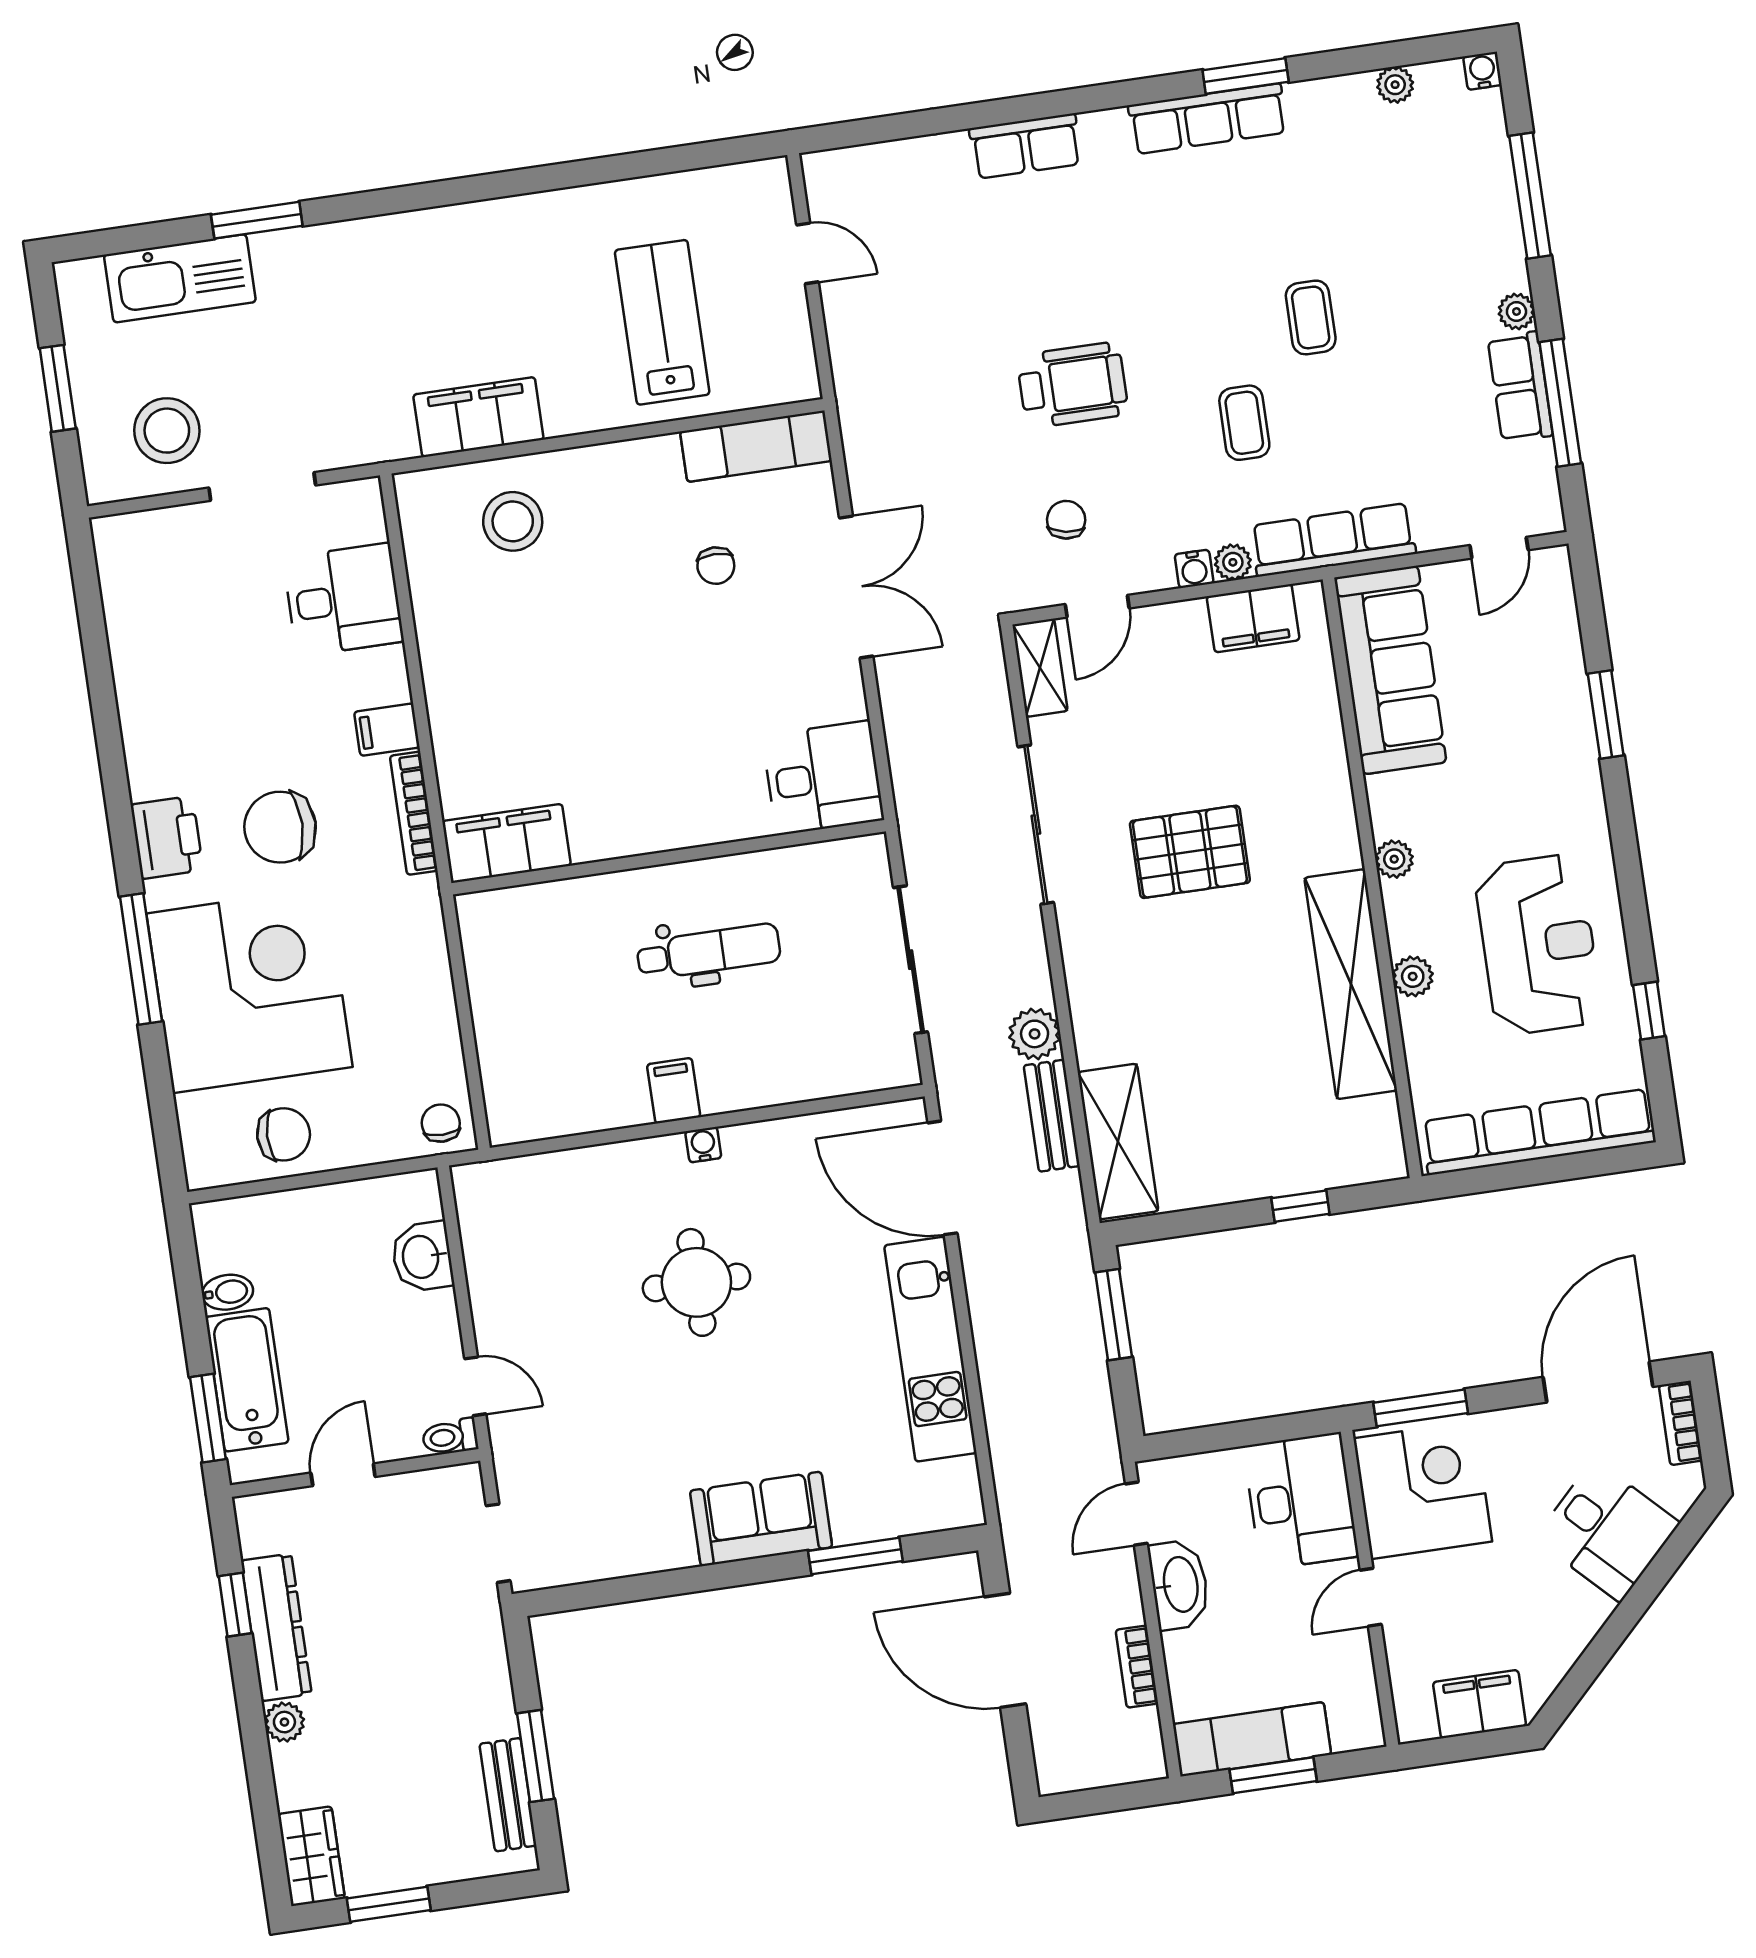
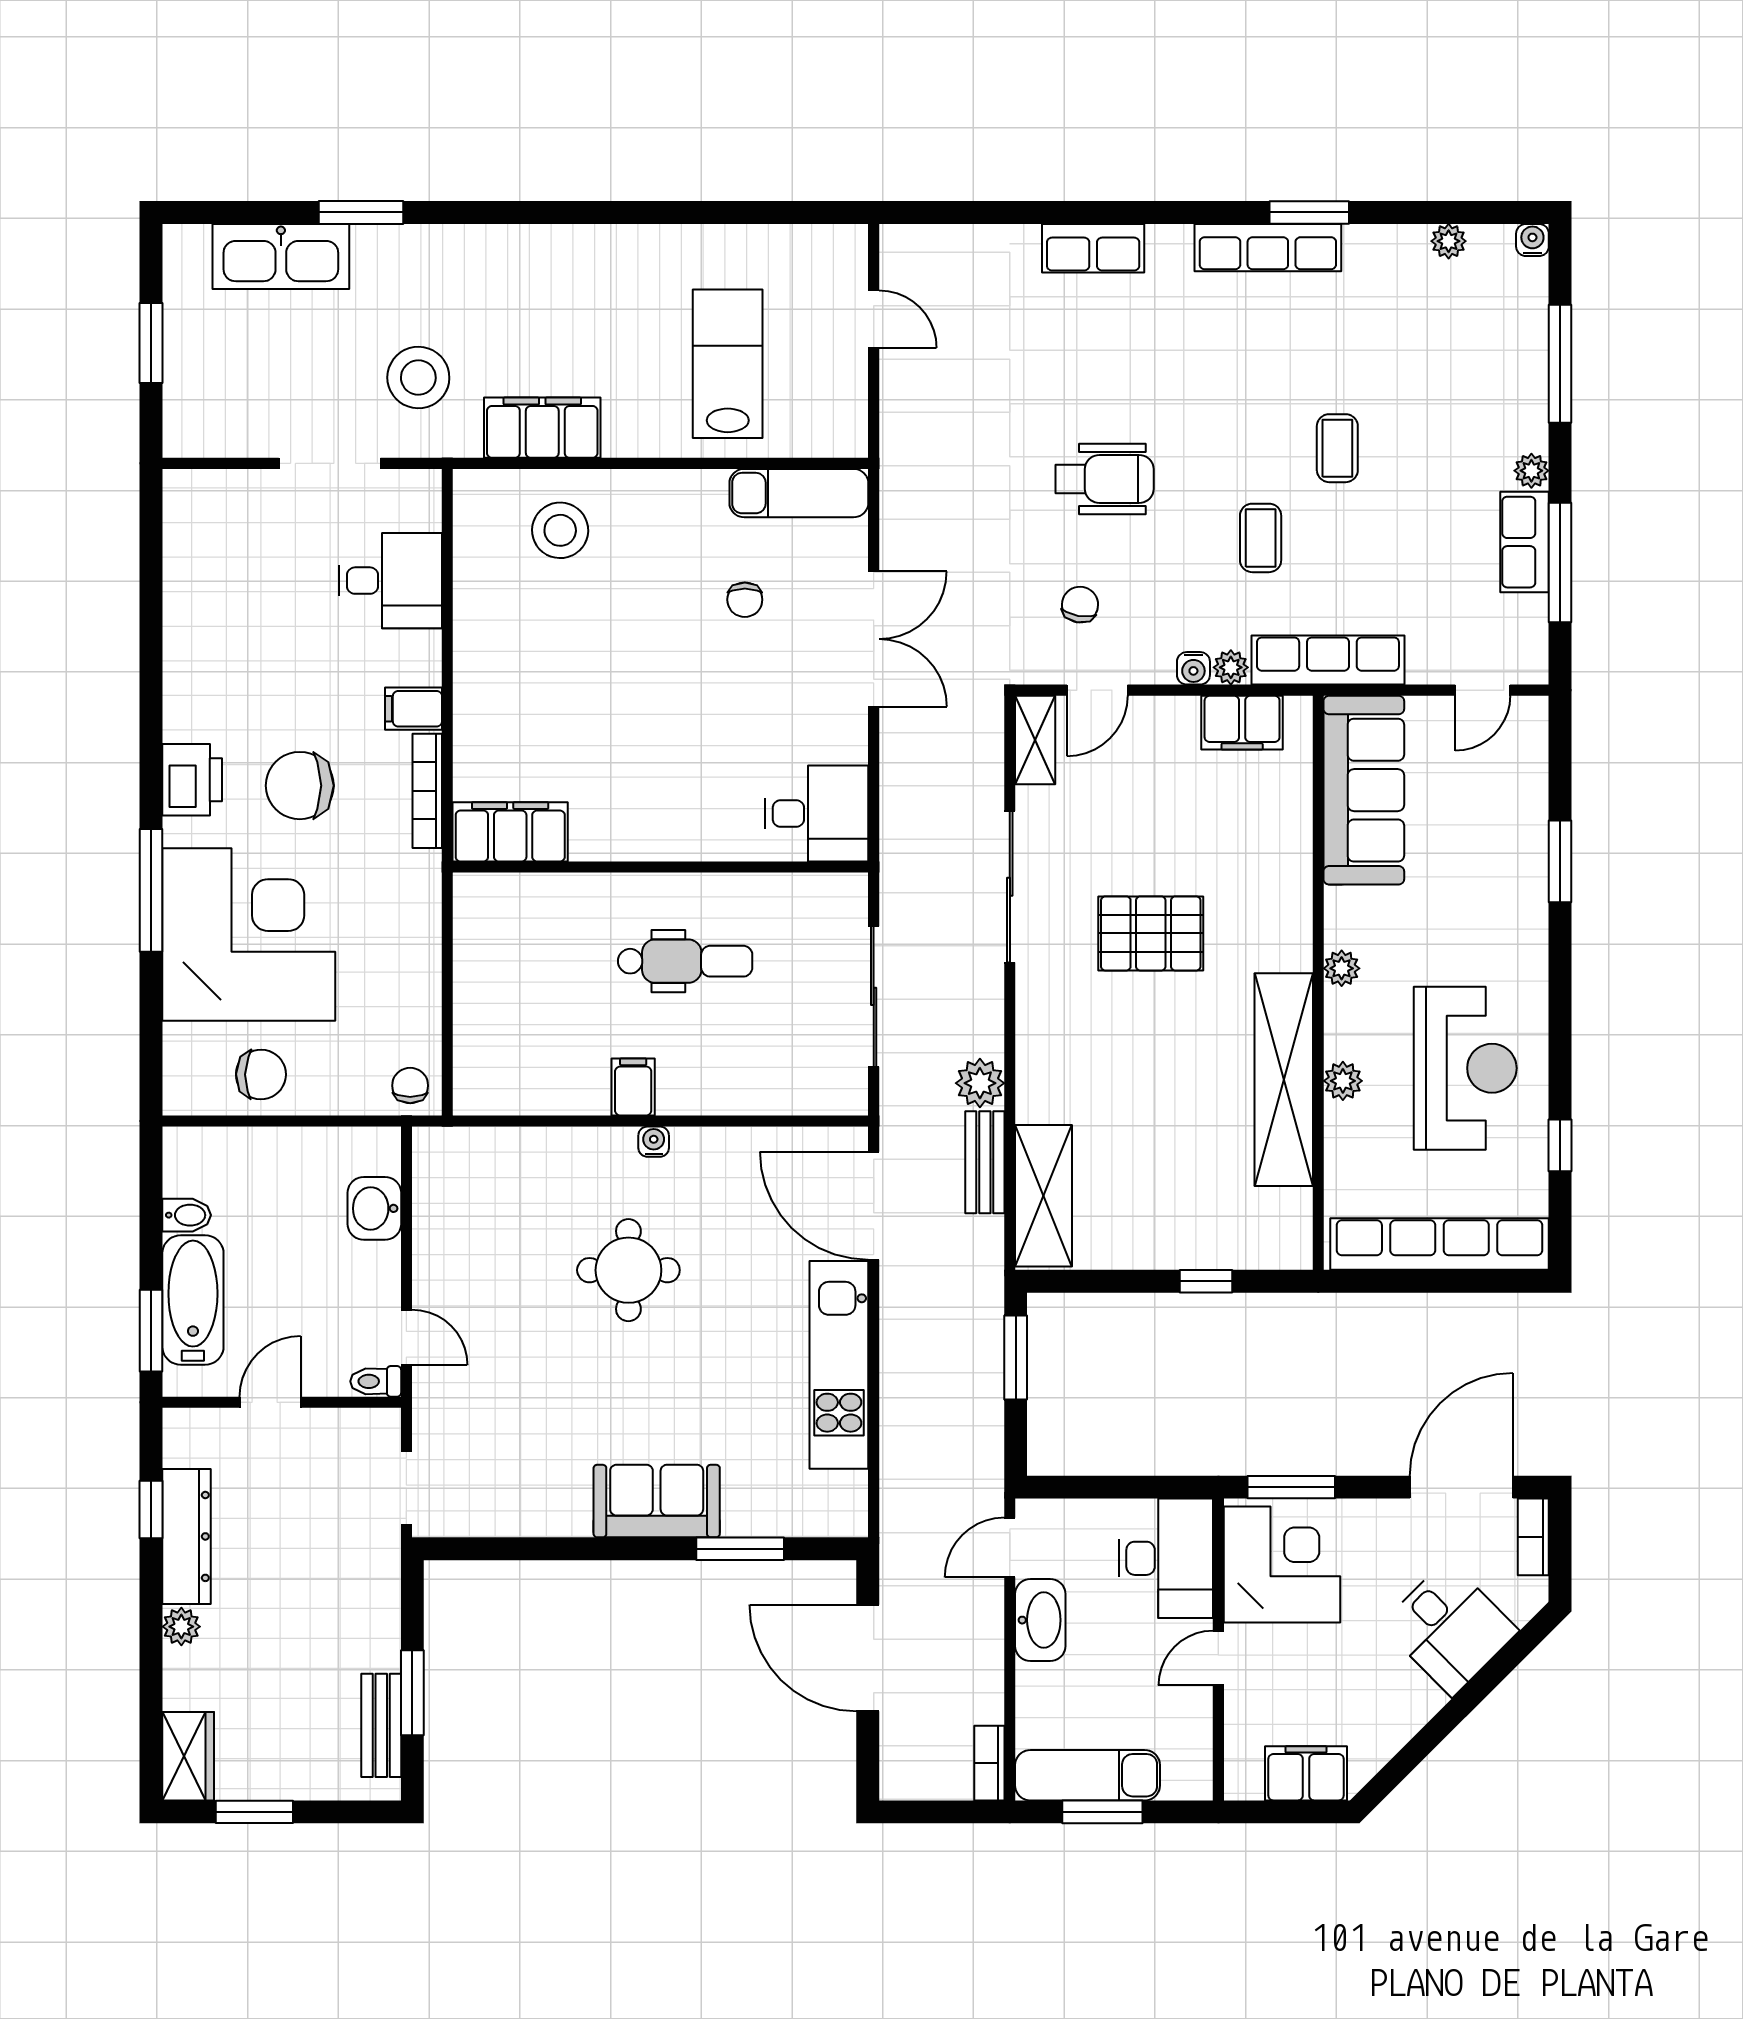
stool: (167, 431) -> (418, 378), moved
bookcase: (1137, 1667) -> (989, 1763), moved

